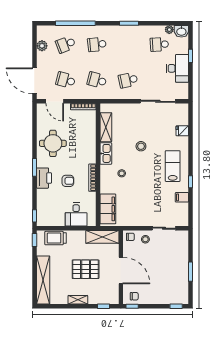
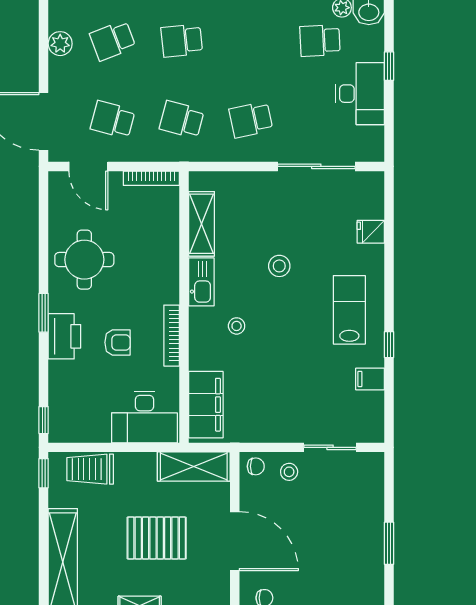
desk: (76, 214) -> (145, 417), width x1.37

